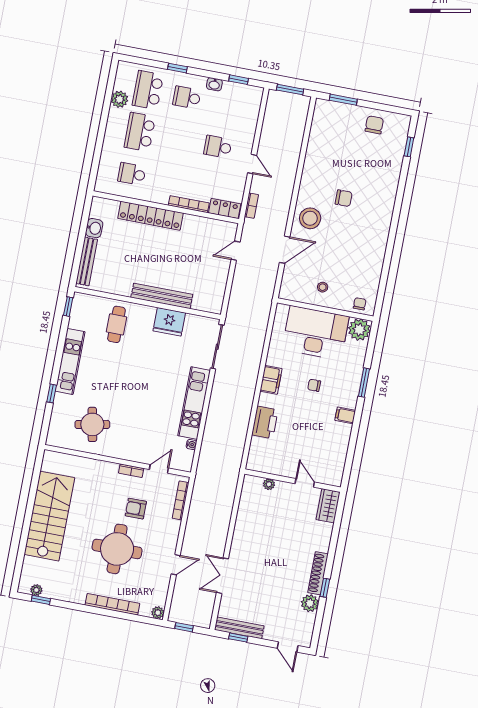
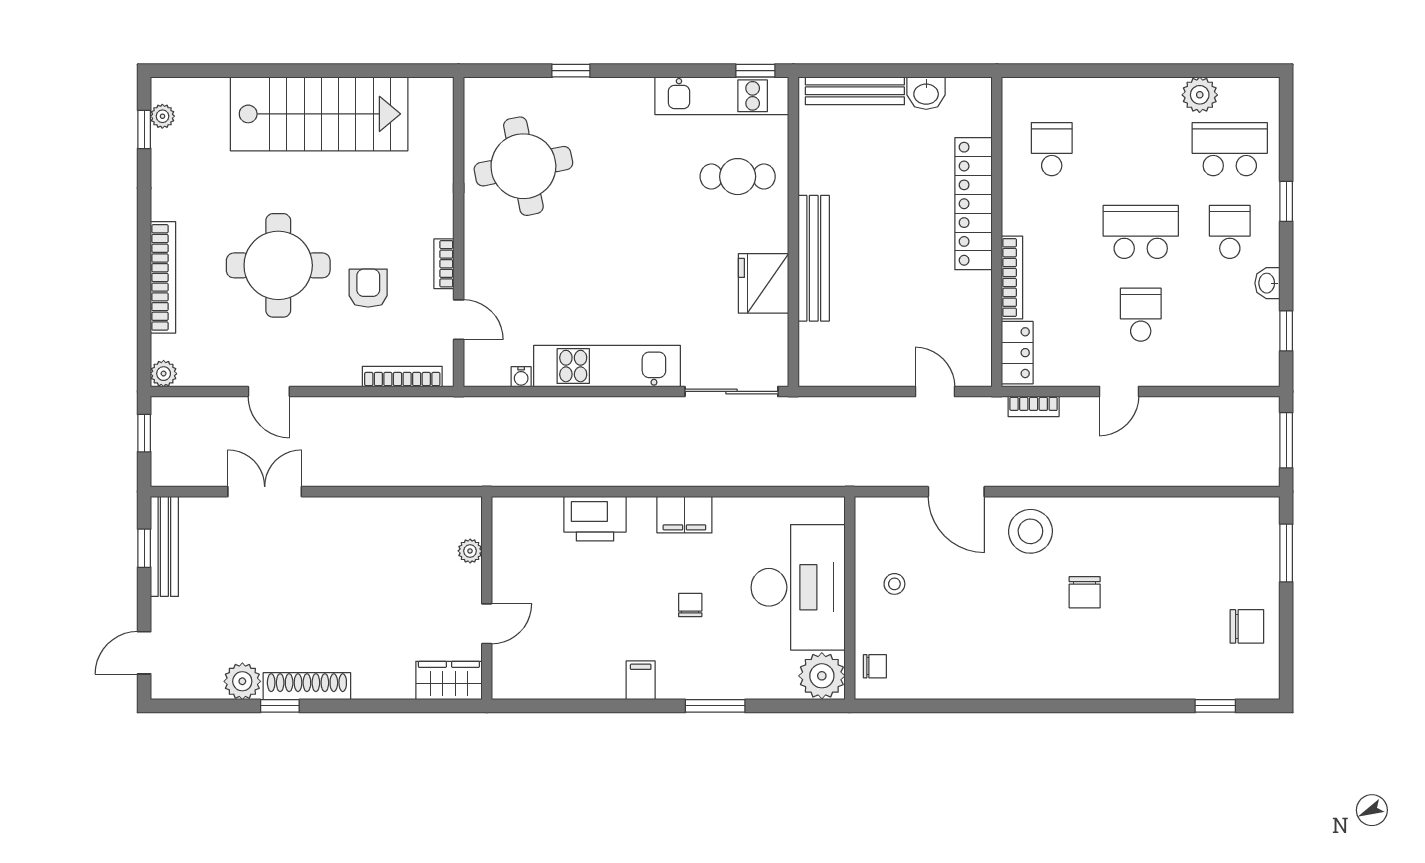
school desk: (140, 132) -> (1141, 232), moved
kitchen unit: (70, 361) -> (722, 96), moved
round table: (92, 424) -> (523, 166), width x1.36, depth x1.36

